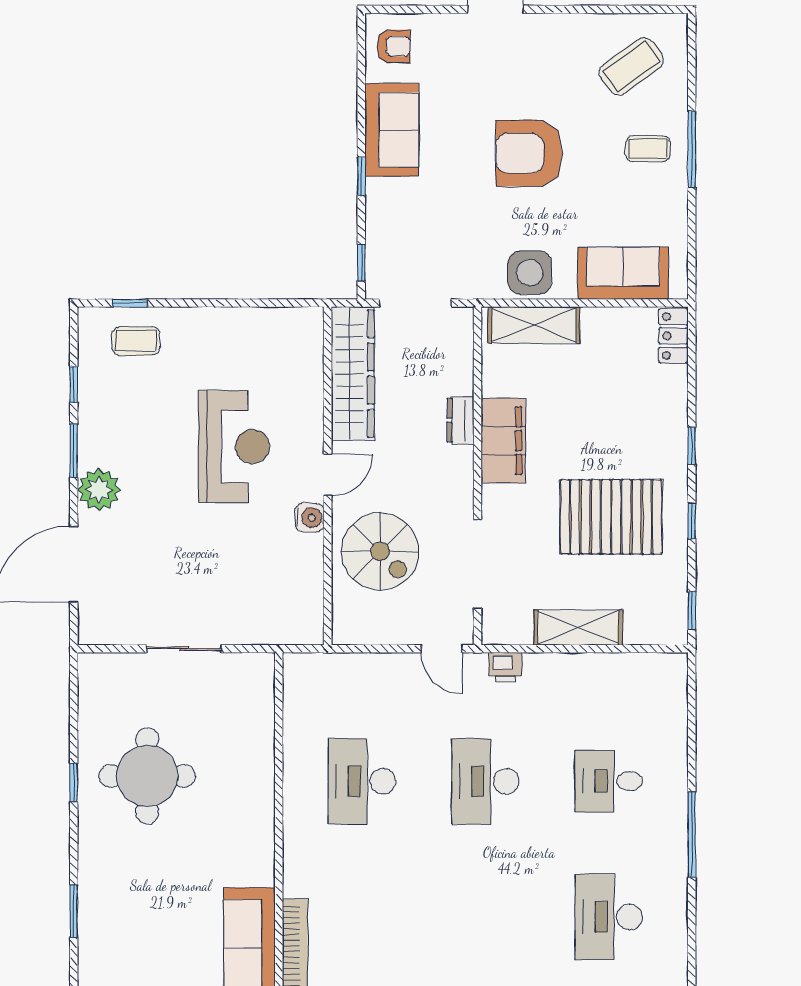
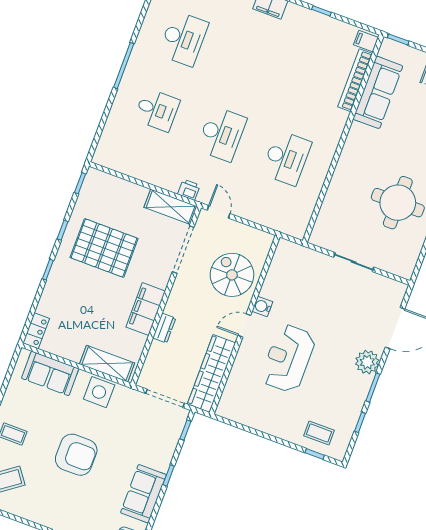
shelving: (578, 627) -> (171, 207), moved

